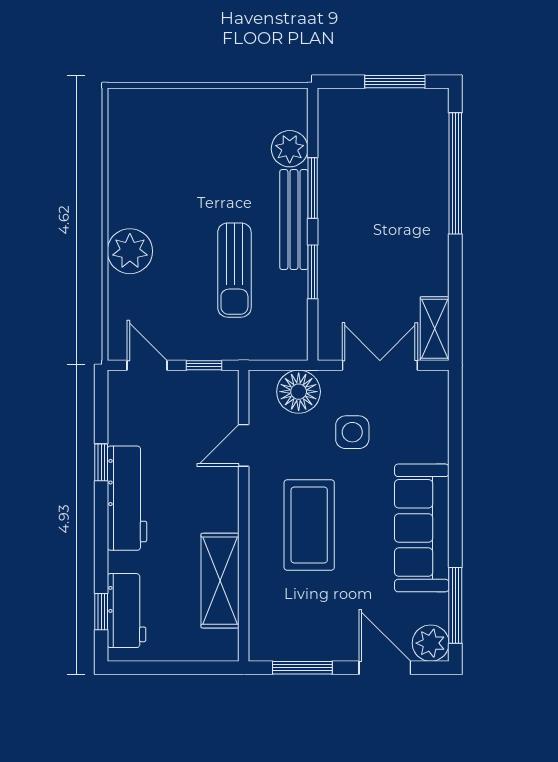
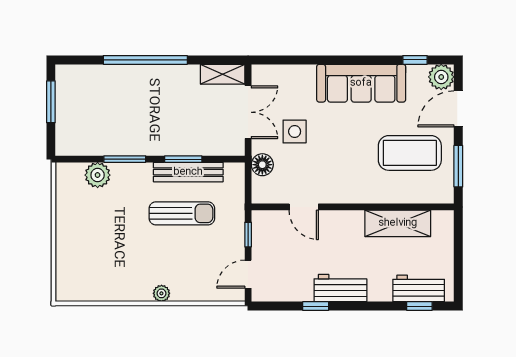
window: (455, 173) -> (145, 60), moved
bench: (294, 220) -> (188, 172), moved
plant: (130, 251) -> (161, 293), width x0.53, depth x0.53
double door: (380, 365) -> (248, 112), swing flipped
floor lamp: (299, 392) -> (262, 165), width x0.73, depth x0.73
workbench: (127, 498) -> (340, 288), width x0.73
coffee table: (309, 525) -> (410, 153), moved
window: (455, 605) -> (415, 60), width x0.46

